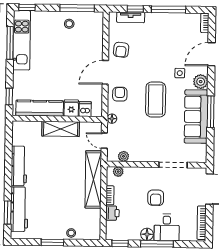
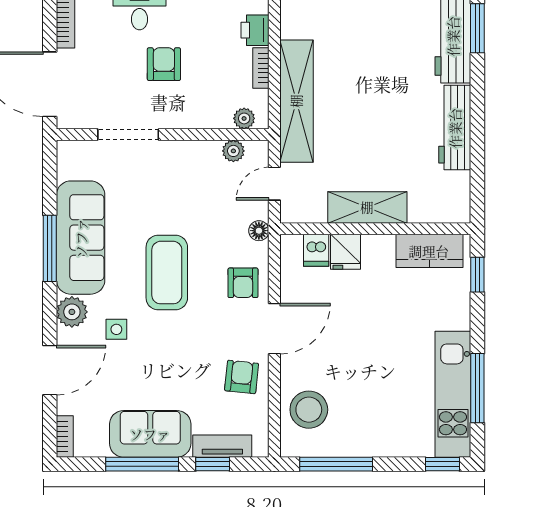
stool: (69, 24) -> (309, 410), moved, width x1.89, depth x1.89
sofa: (165, 24) -> (150, 434), added
kitchen counter: (40, 108) -> (429, 251), width x0.67
door: (104, 141) -> (274, 184), swing flipped

